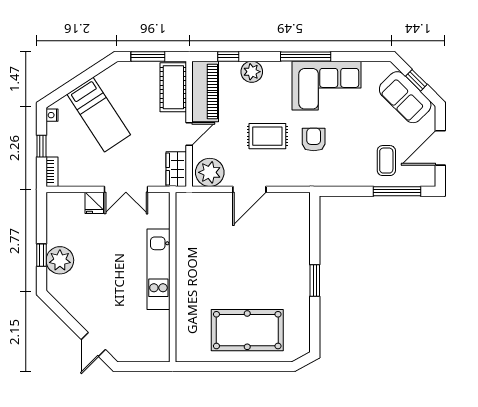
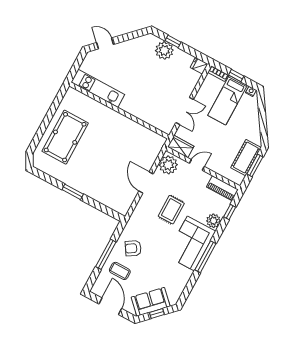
corner sofa: (326, 86) -> (191, 243), moved
cot: (173, 87) -> (246, 158), moved, turned 90
piano: (205, 91) -> (222, 188), width x0.73, depth x0.75
bed: (99, 115) -> (228, 100), moved, turned -57
door: (189, 134) -> (197, 165), swing flipped
armchair: (314, 140) -> (133, 248), moved, turned 148
double door: (126, 189) -> (185, 111), swing flipped
window: (397, 191) -> (106, 254), moved
fridge: (94, 203) -> (199, 66), moved
kitchen unit: (158, 269) -> (98, 88), moved

